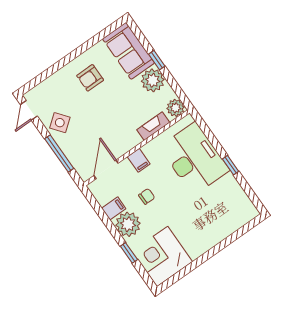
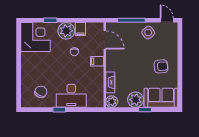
armchair: (90, 78) -> (161, 66), turned 84
desk: (194, 159) -> (71, 96), width x0.73, depth x0.77
chair: (225, 203) -> (41, 92), added

